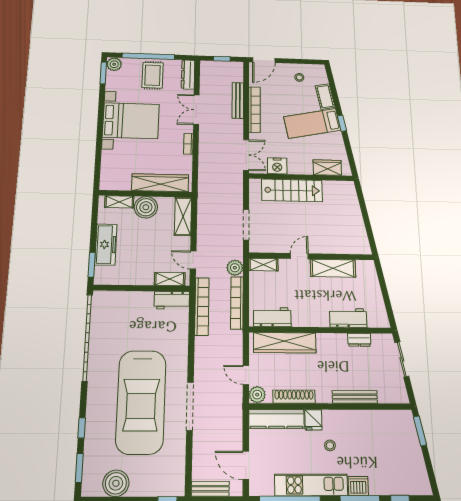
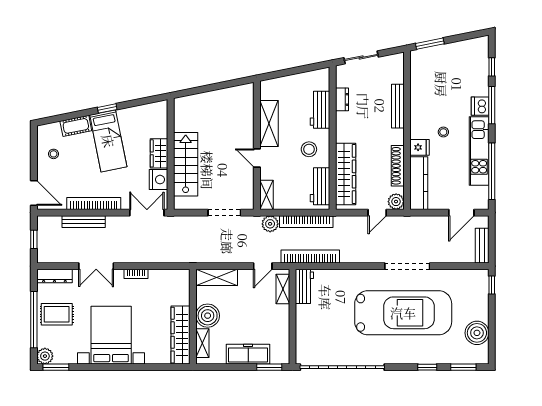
wardrobe: (327, 168) -> (159, 153), moved
wardrobe: (160, 183) -> (180, 335), moved
stool: (309, 306) -> (309, 149), added

